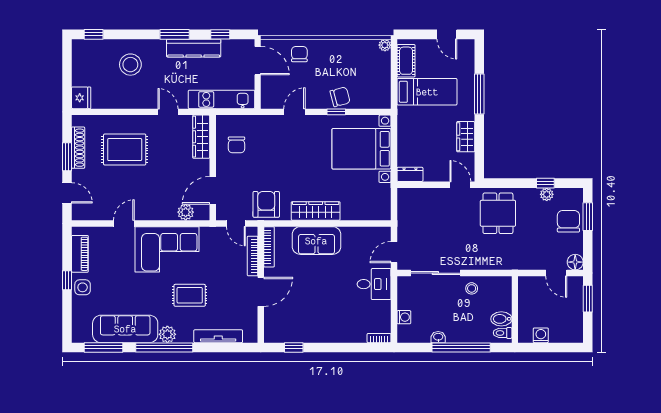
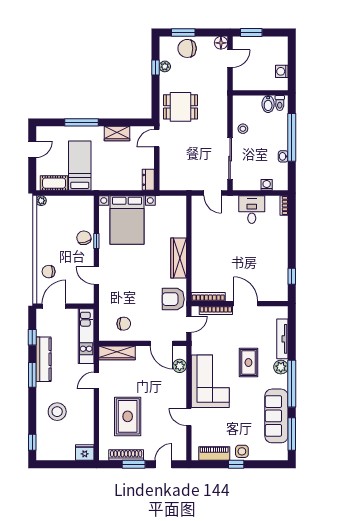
sofa: (316, 241) -> (203, 257), removed
desk: (374, 284) -> (252, 210), moved
plant: (167, 334) -> (281, 367), moved

